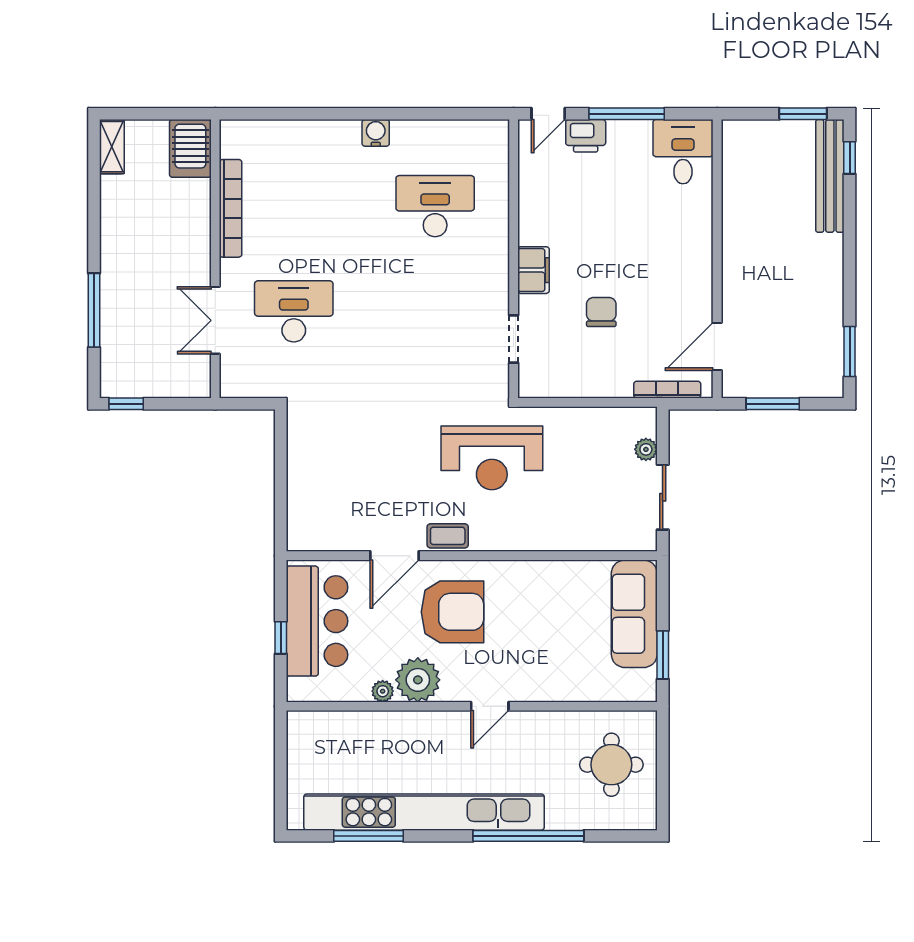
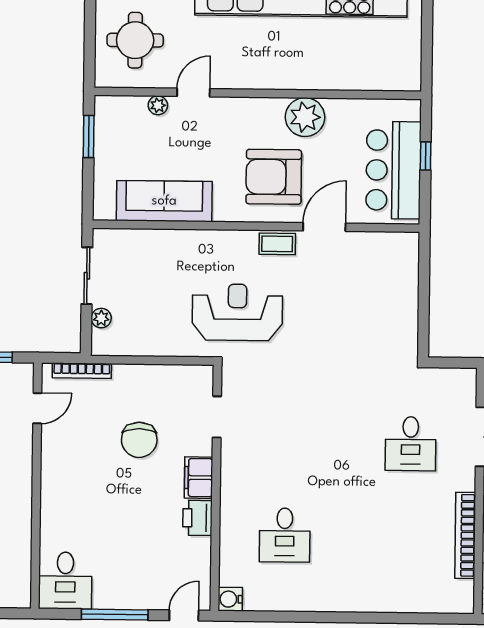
water cooler: (376, 133) -> (230, 599), moved, turned 90
printer: (586, 136) -> (197, 518), moved, turned -90
desk: (435, 206) -> (285, 535), width x0.73
desk: (294, 311) -> (411, 444), width x0.73
chair: (601, 312) -> (139, 440), width x1.37, depth x1.37
door: (717, 346) -> (37, 408), width x0.73
sofa: (634, 614) -> (164, 201), moved, turned -90
plant: (383, 691) -> (158, 105), moved
door: (490, 706) -> (193, 93), moved

